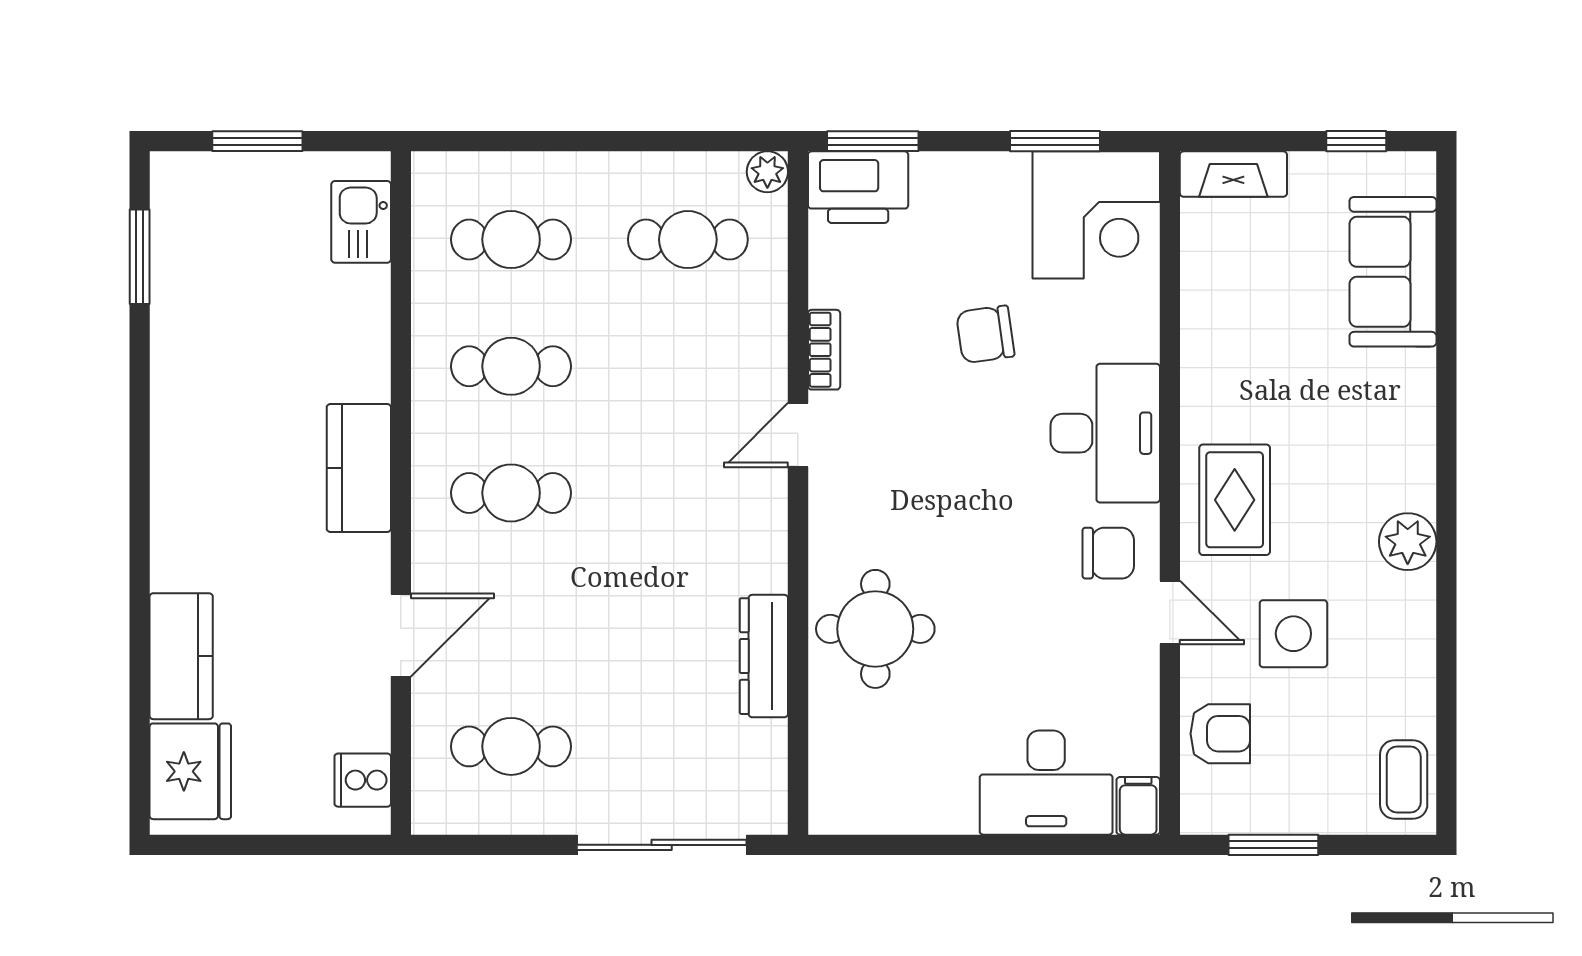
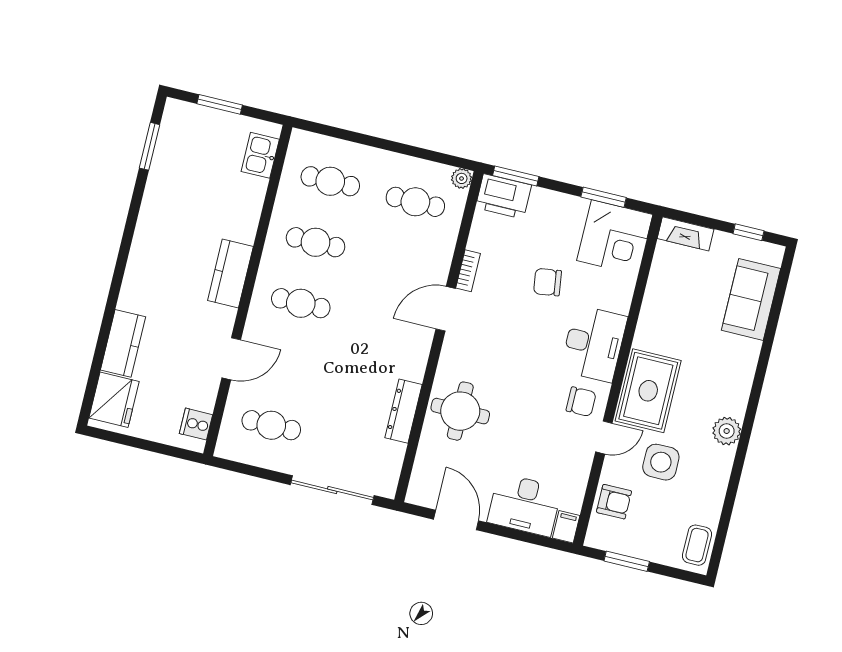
door: (798, 435) -> (446, 309), width x1.37
rug: (1235, 500) -> (648, 391), width x1.36, depth x1.43
door: (1170, 613) -> (604, 437), hinge flipped
door: (919, 845) -> (456, 520), added

